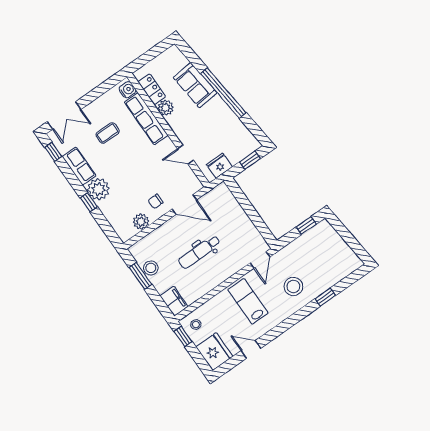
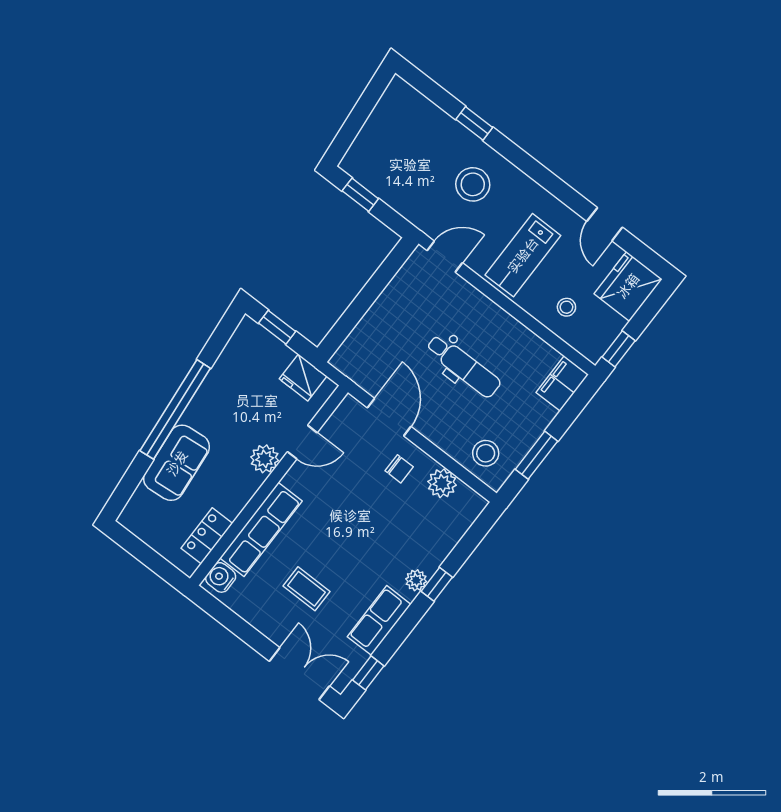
plant: (166, 108) -> (265, 459), moved
door: (185, 155) -> (302, 442), hinge flipped
plant: (98, 189) -> (416, 580), width x0.53, depth x0.53
stool: (151, 268) -> (486, 453), moved
stool: (196, 325) -> (566, 307), moved

